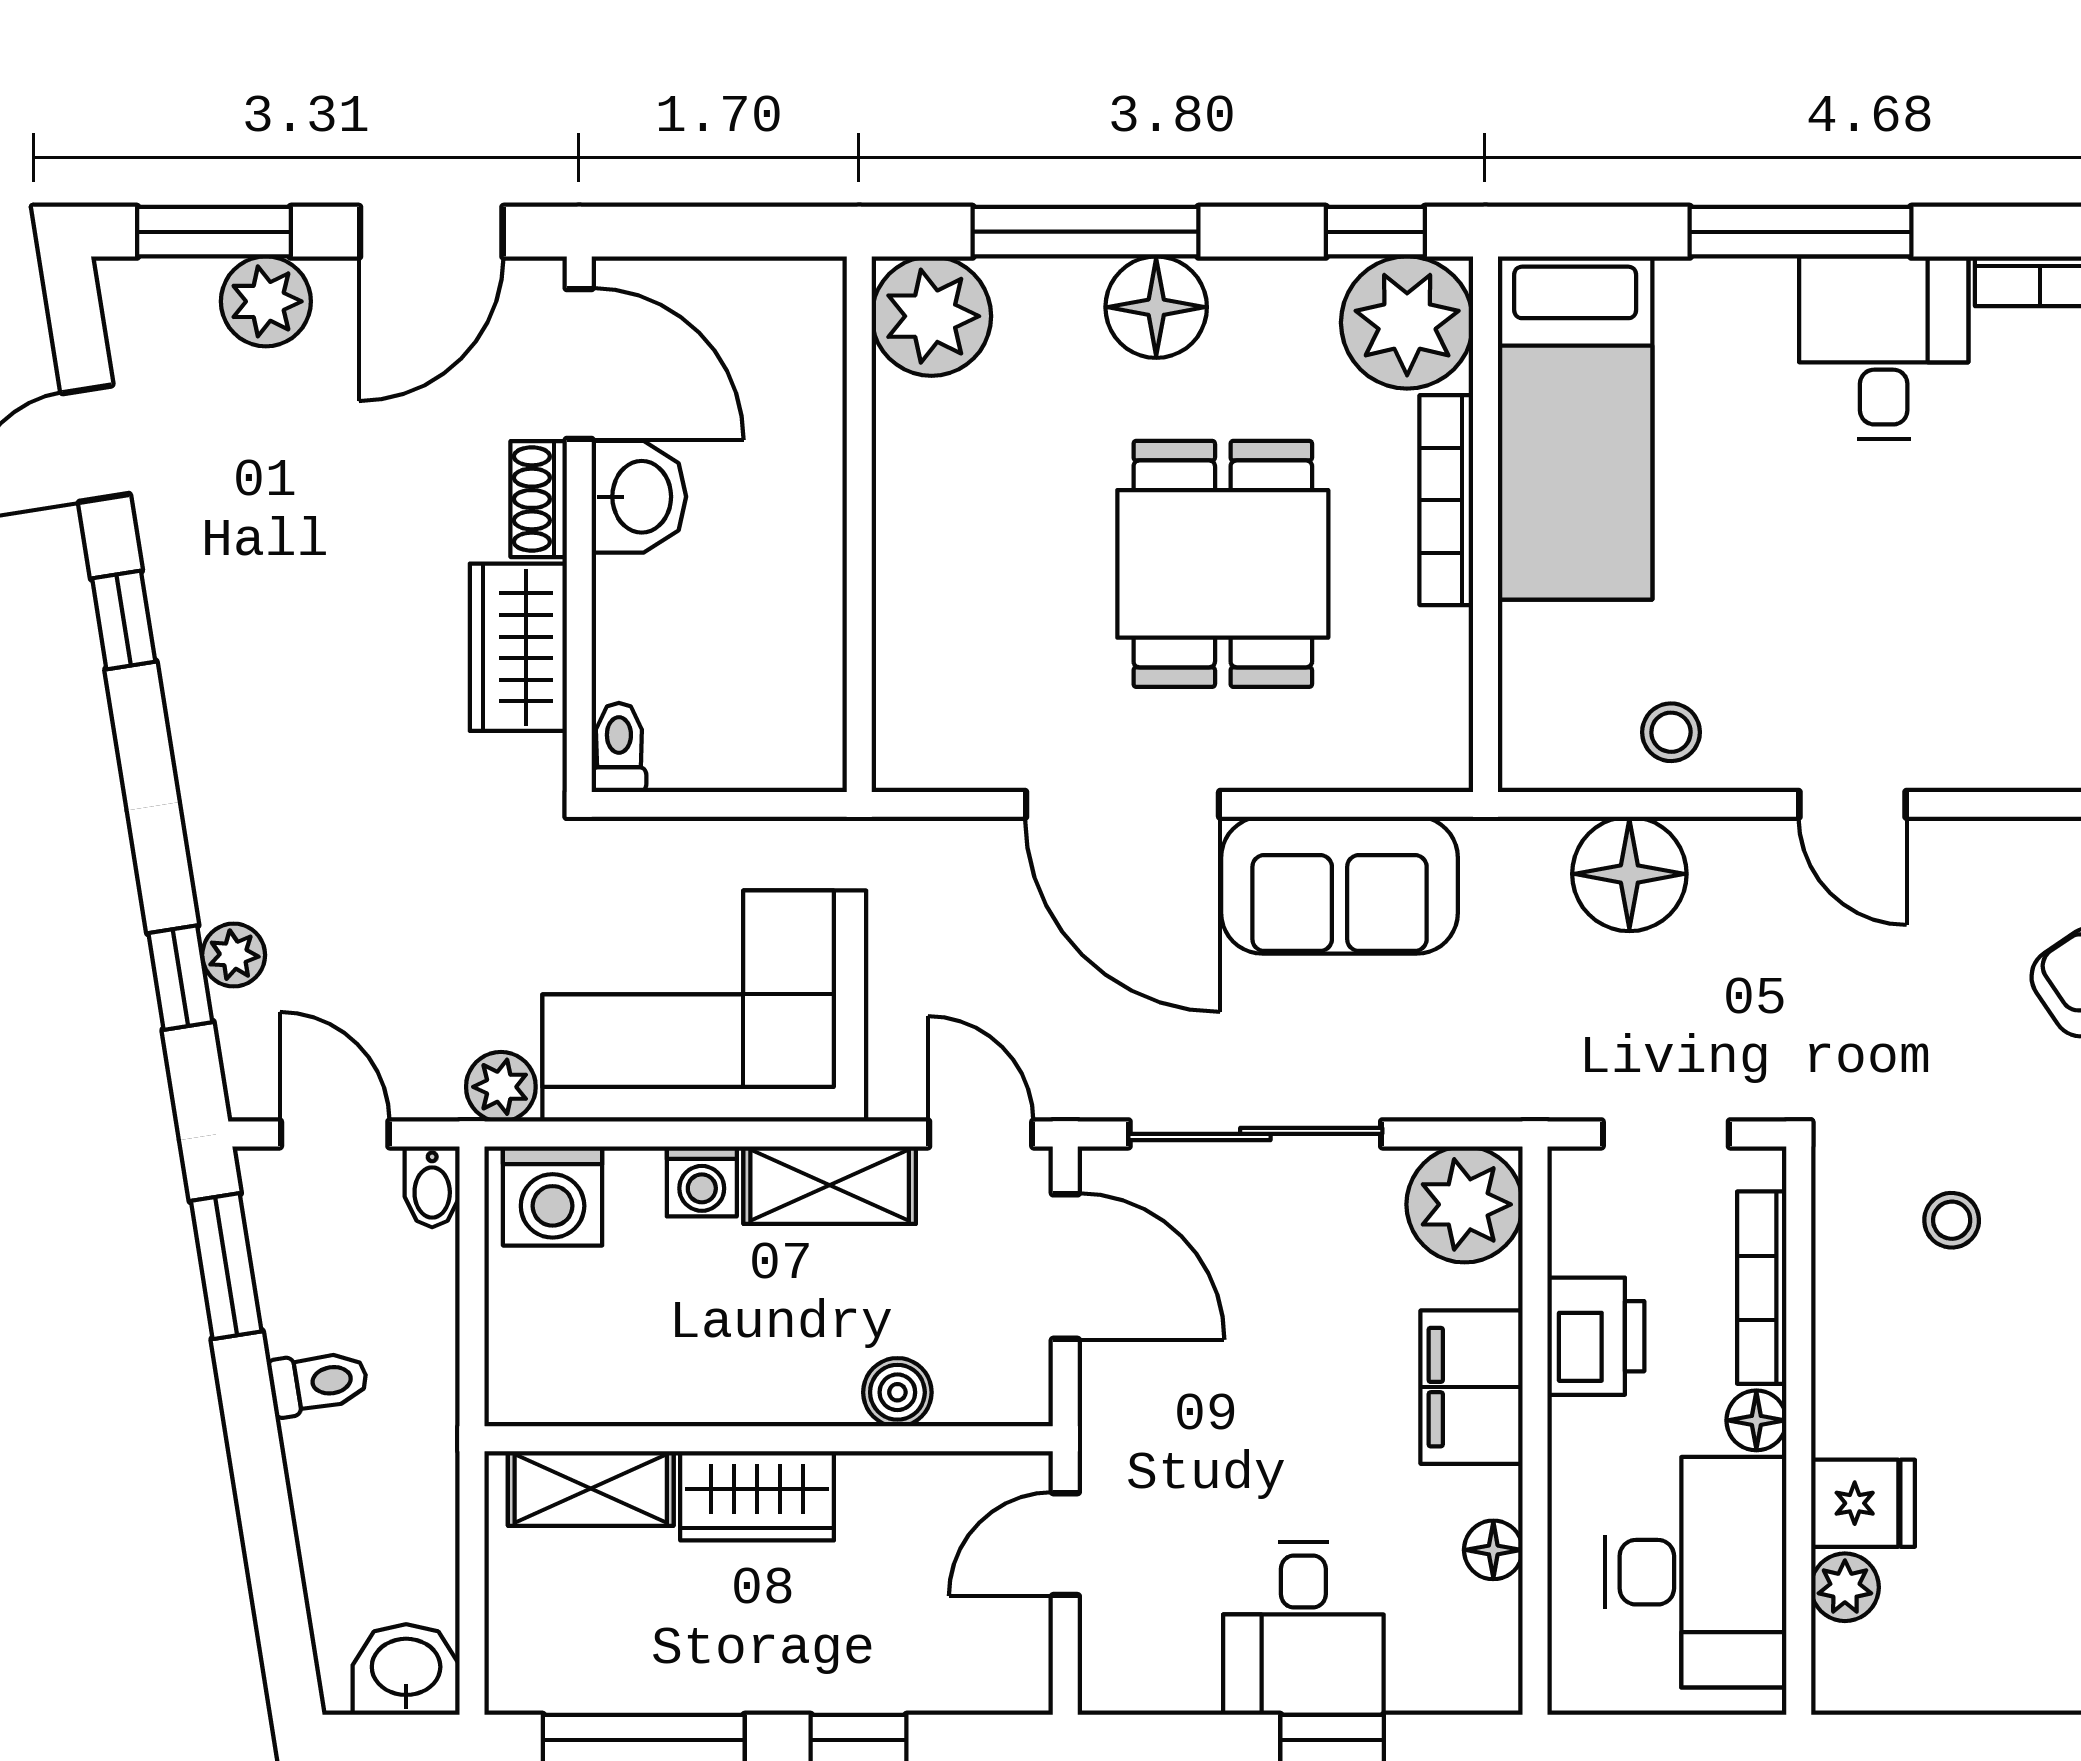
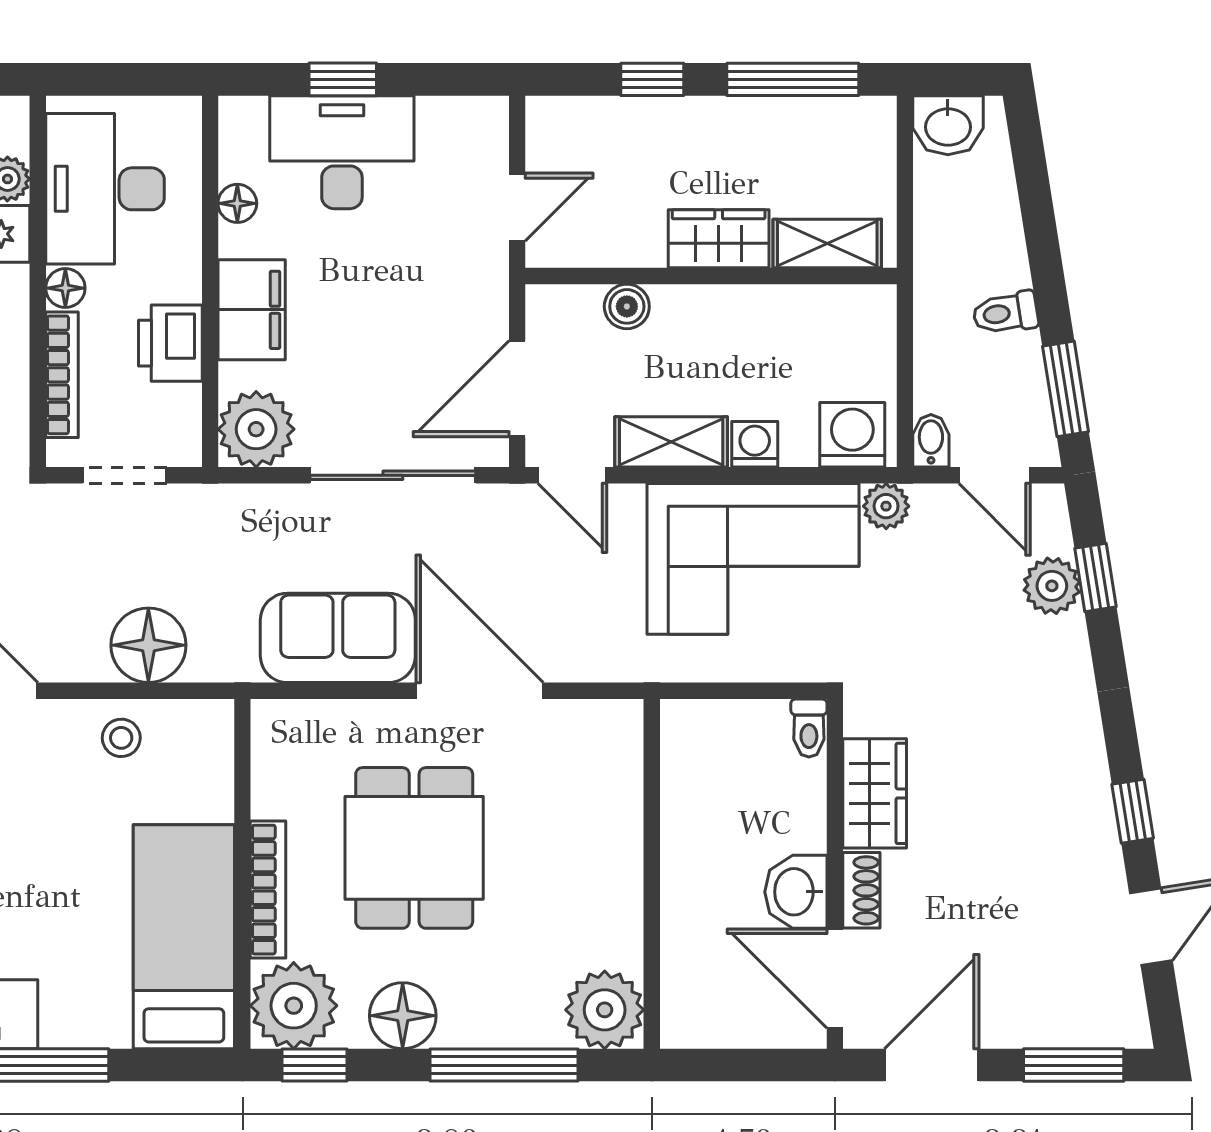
plant: (266, 301) -> (1040, 1019), removed
floor lamp: (1156, 307) -> (403, 1016), moved
plant: (234, 955) -> (1052, 586), width x1.38, depth x1.38
door: (1065, 1267) -> (517, 389), hinge flipped
desk: (1303, 1628) -> (342, 152), width x1.37

